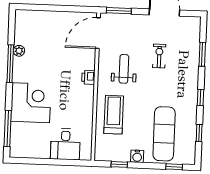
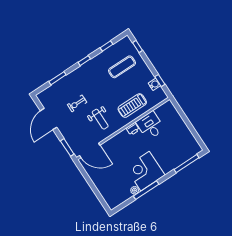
weight bench: (124, 69) -> (100, 119), turned -90
printer: (88, 77) -> (133, 129), moved
corner desk: (31, 103) -> (145, 171), moved
exercise mat: (164, 134) -> (122, 67), width x0.73, depth x0.69
desk: (65, 144) -> (150, 126), moved, turned -90
water cooler: (137, 156) -> (154, 84), moved

